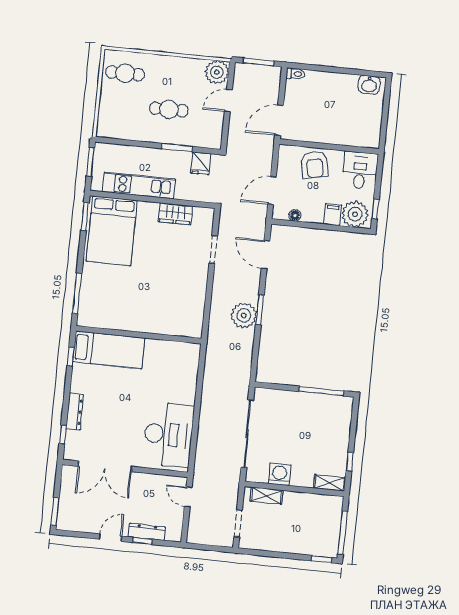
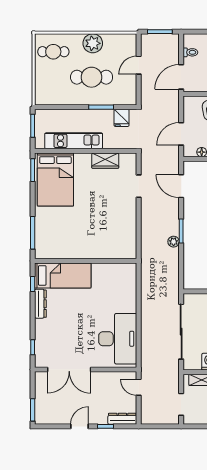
plant: (217, 72) -> (93, 43), moved
toilet: (295, 74) -> (190, 52), moved
cafe table: (169, 109) -> (92, 77), width x1.37, depth x1.35
plant: (244, 315) -> (174, 242), width x0.53, depth x0.53
dresser: (75, 412) -> (40, 304), moved
dresser: (147, 532) -> (122, 419), moved

